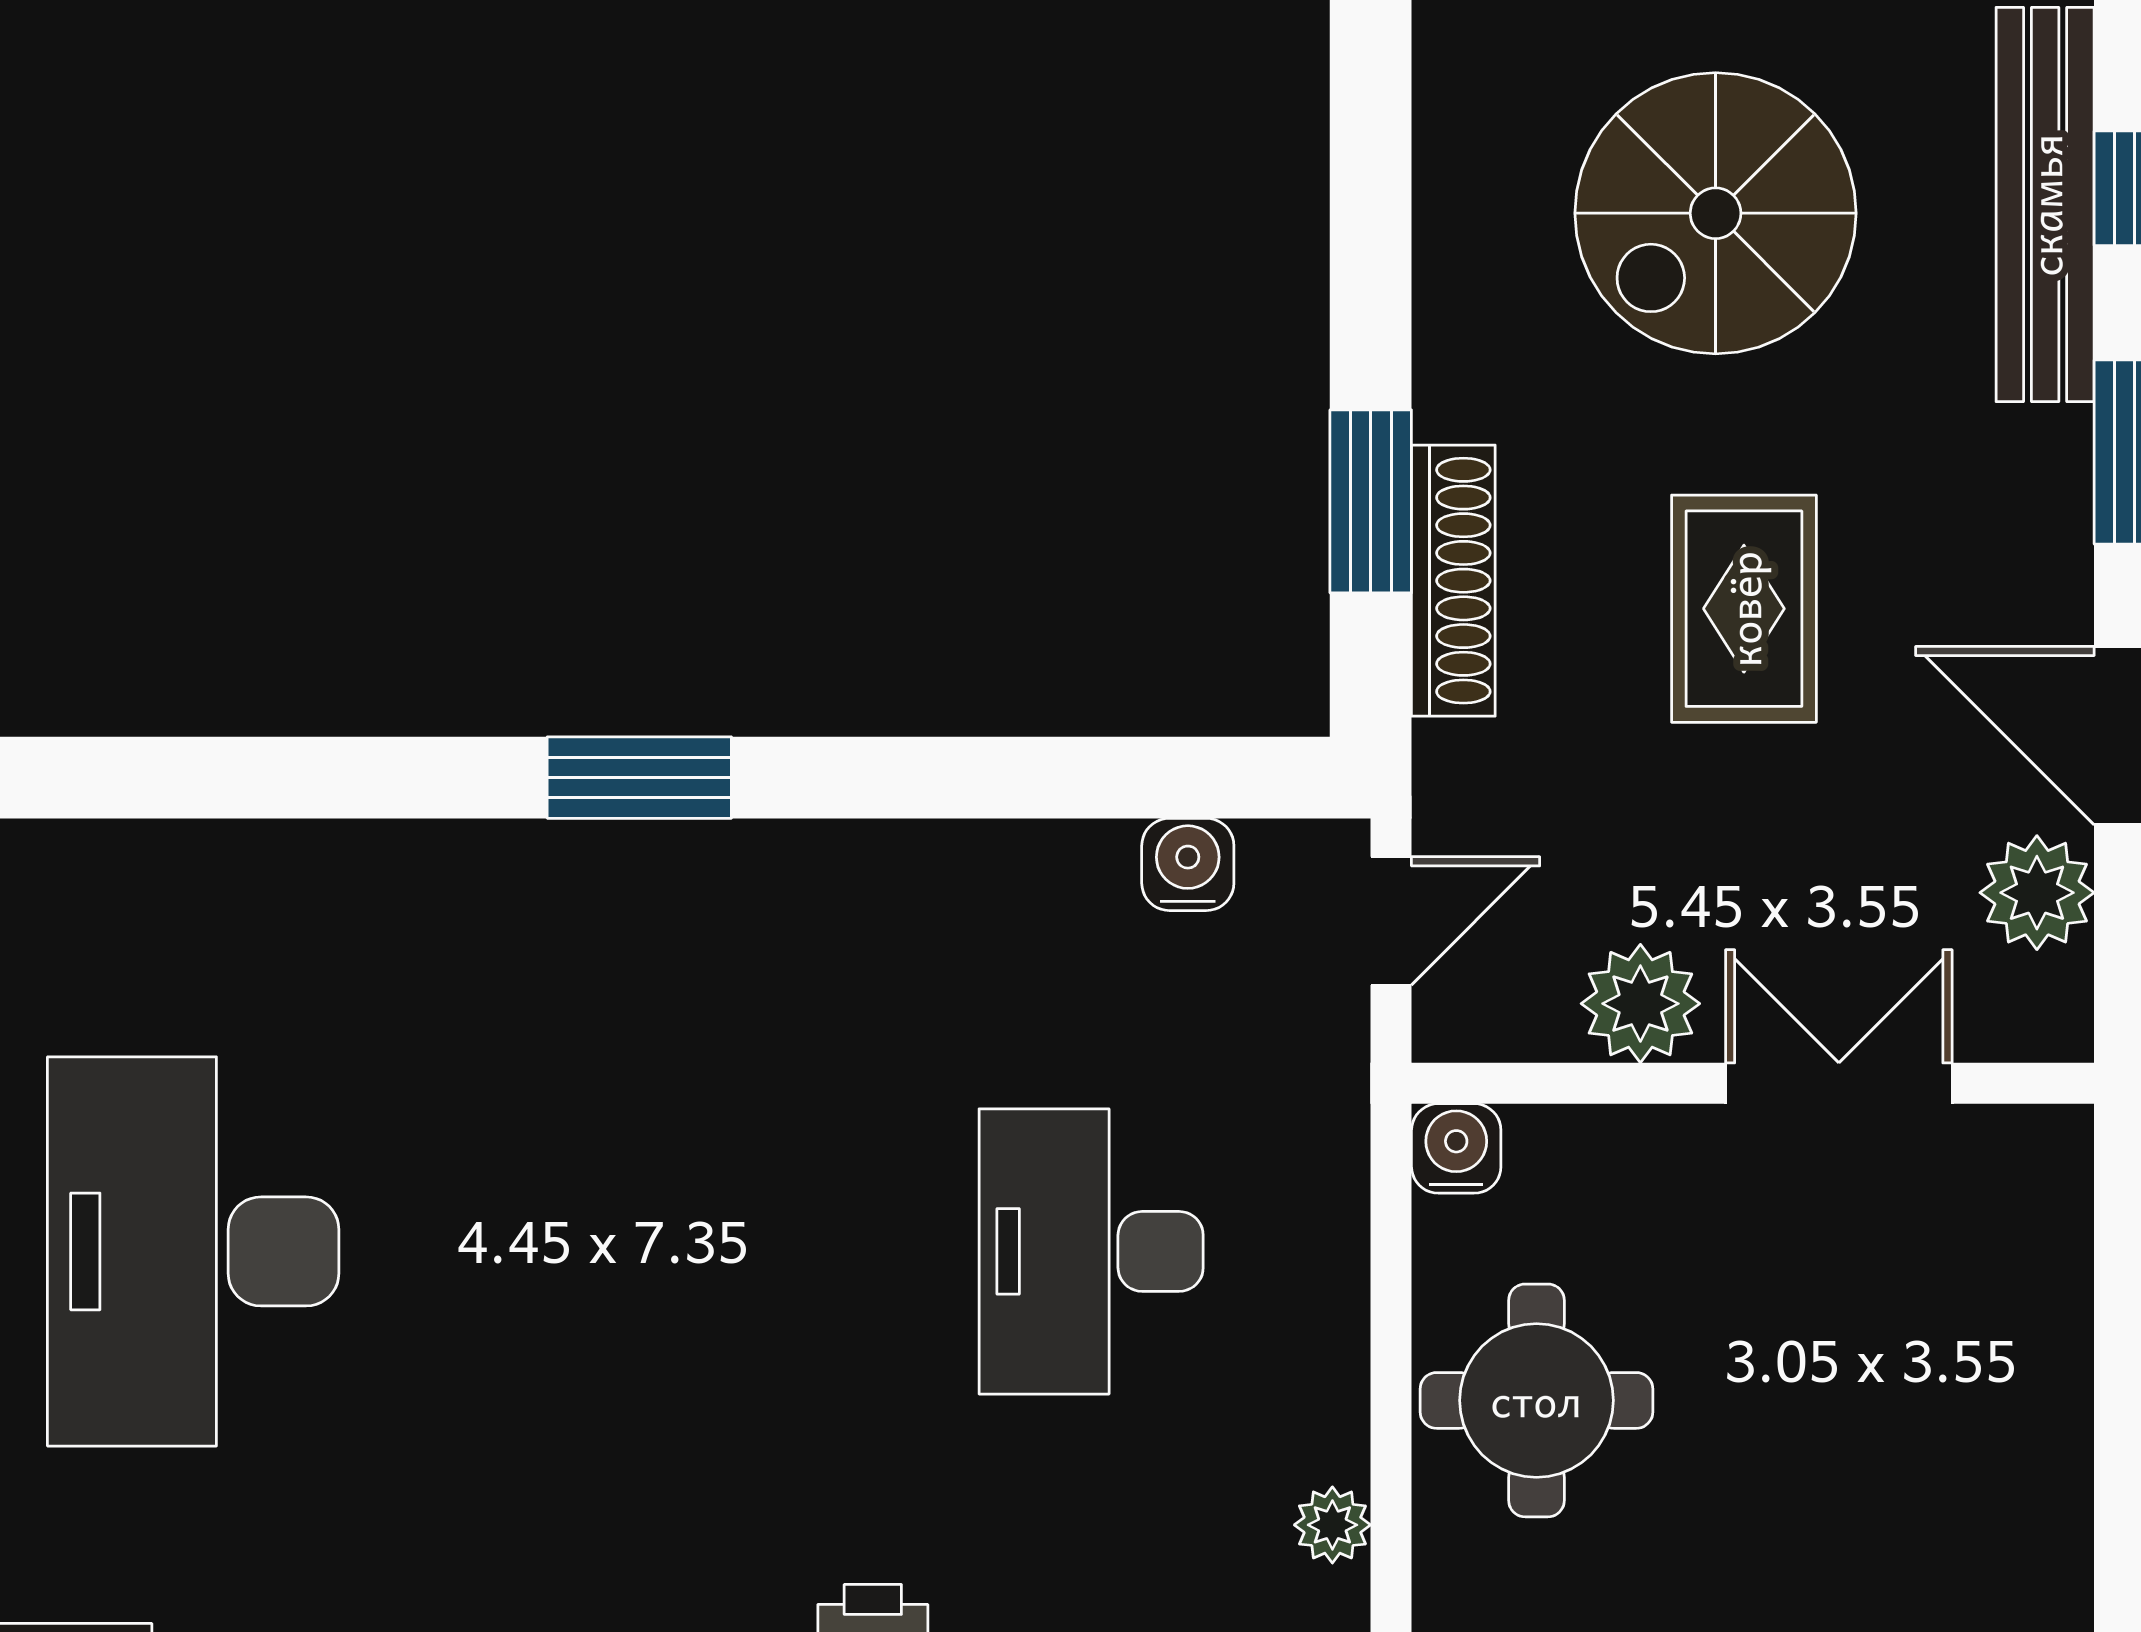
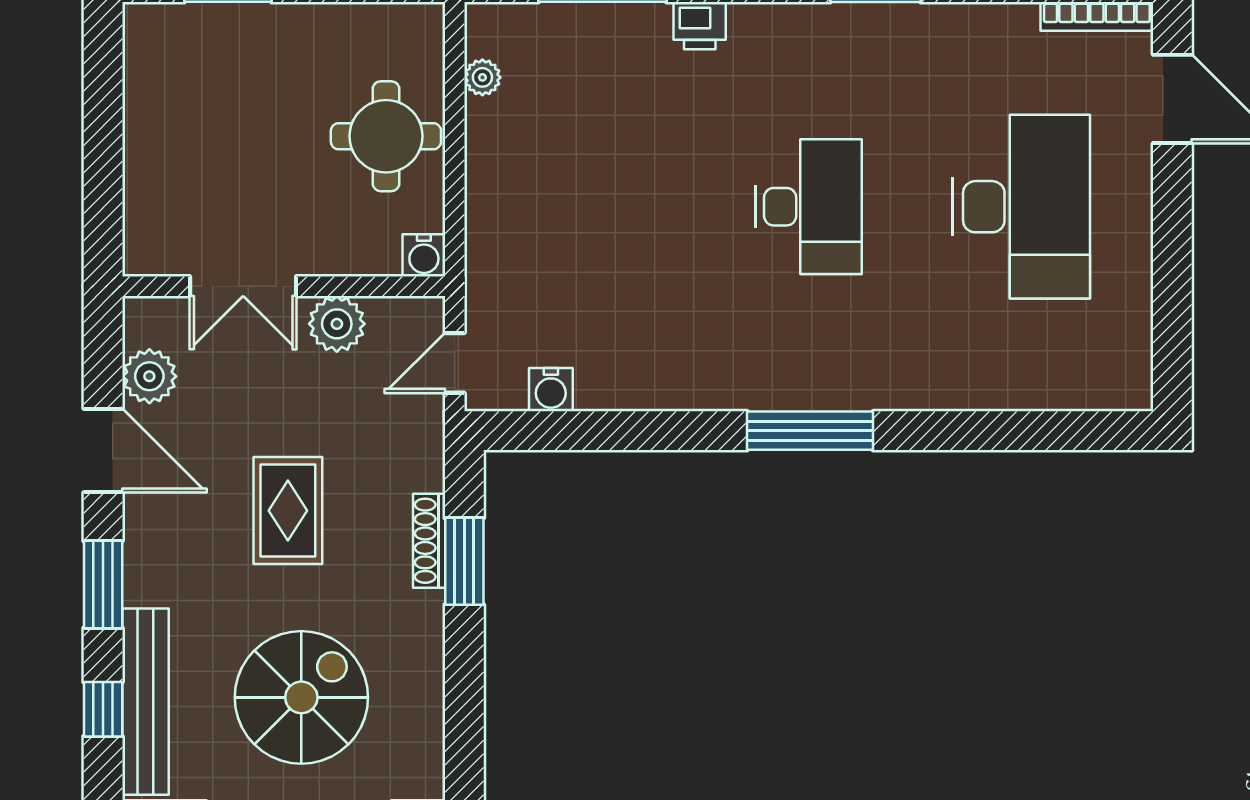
shoe rack: (1453, 581) -> (429, 541), width x0.74, depth x0.81
window: (639, 778) -> (810, 431), width x1.44
desk: (1091, 1251) -> (809, 207), moved

